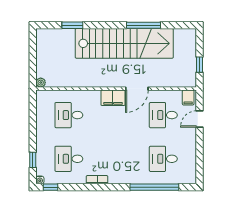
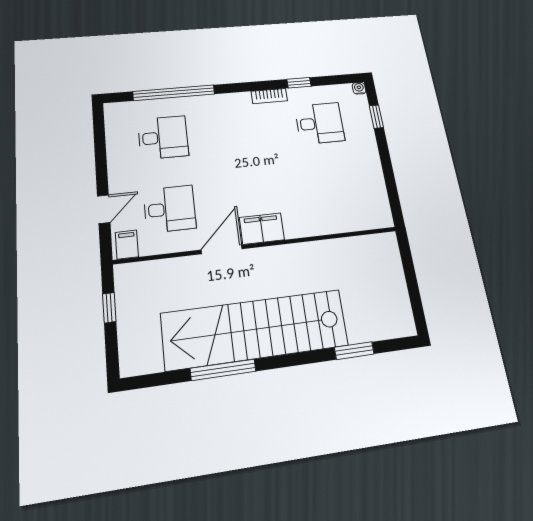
plant: (41, 83) -> (389, 240), removed
desk: (69, 115) -> (332, 192), removed
window: (50, 187) -> (299, 83), moved

